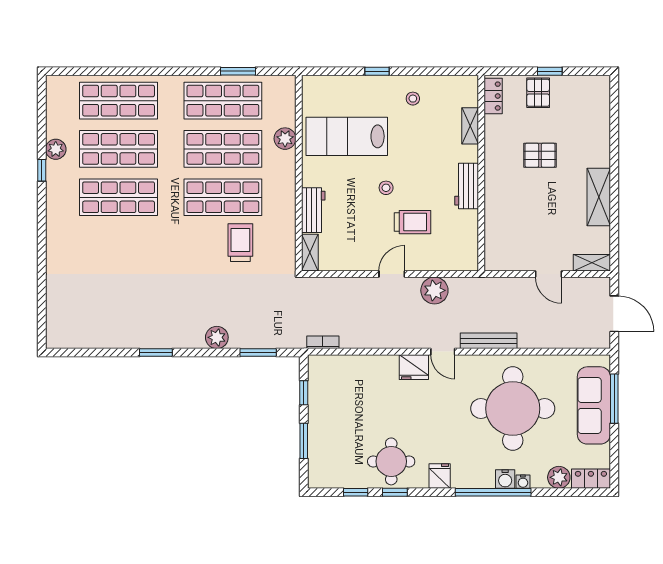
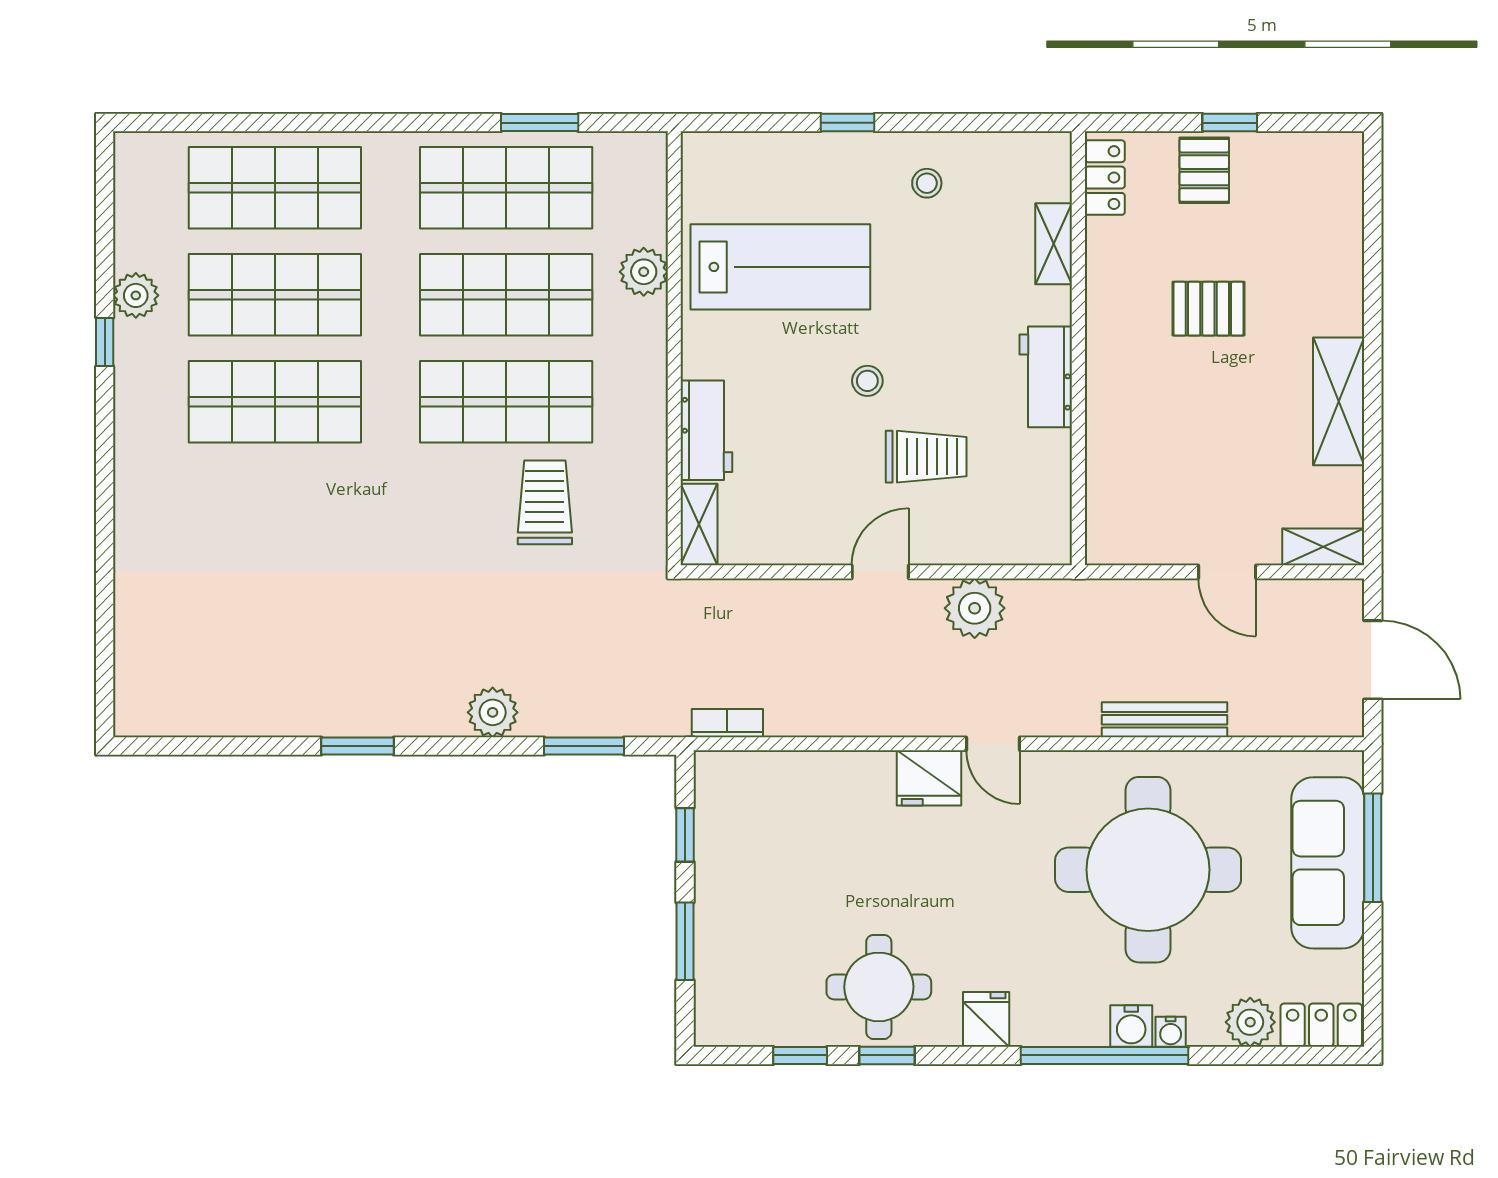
lab bench: (347, 136) -> (780, 267), turned 180
bench: (489, 341) -> (1165, 720), moved

